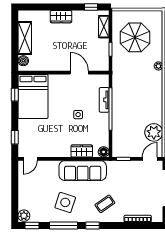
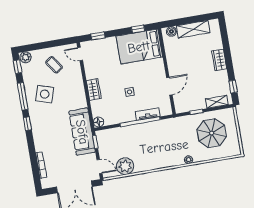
wardrobe: (82, 151) -> (94, 90), moved
sofa: (83, 171) -> (82, 132), moved
coffee table: (105, 204) -> (54, 65), moved

